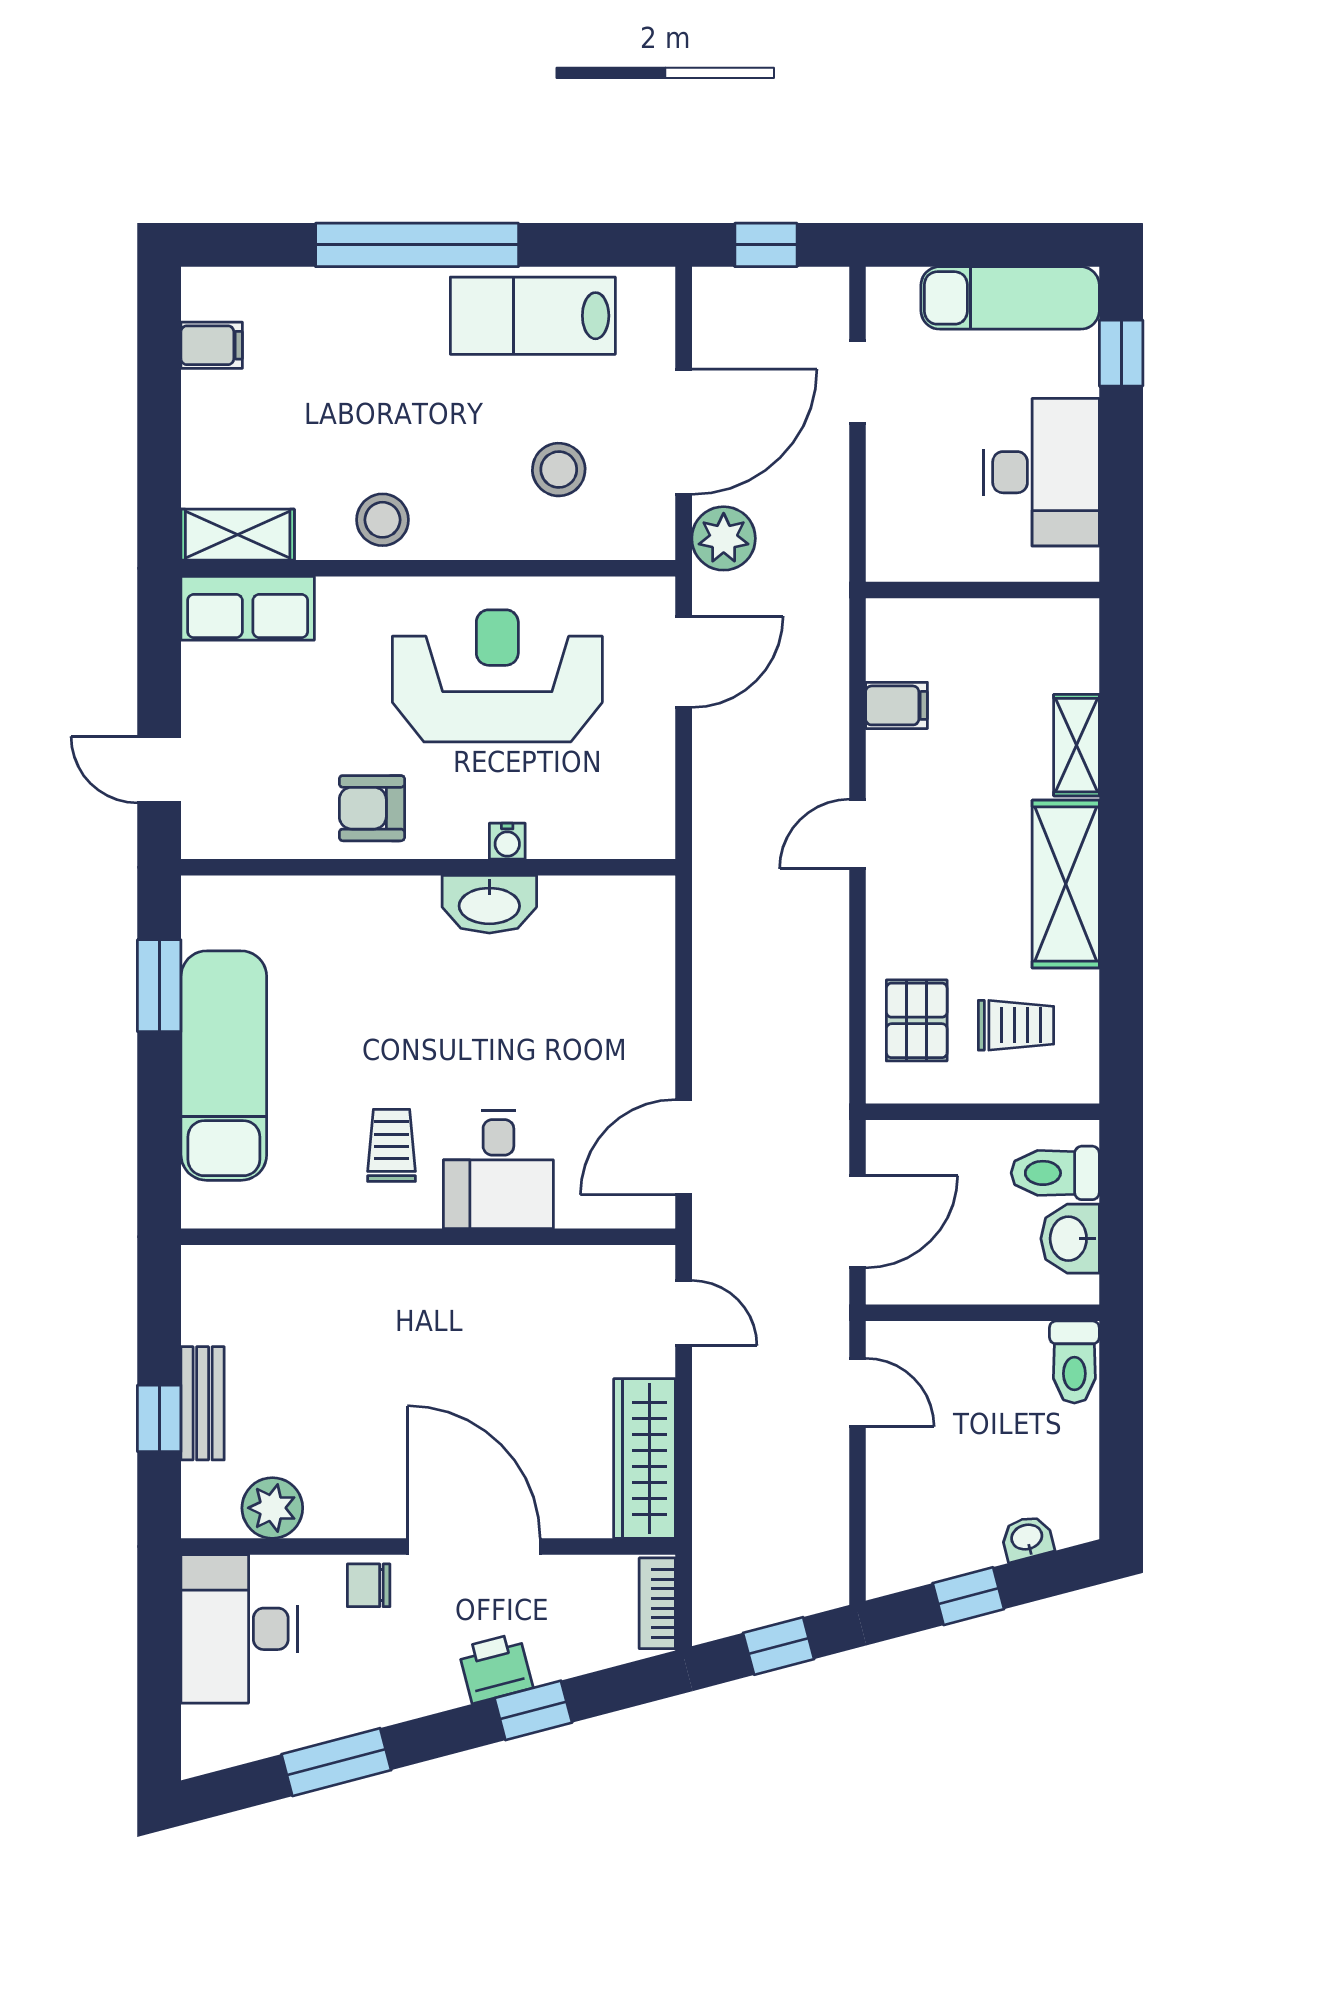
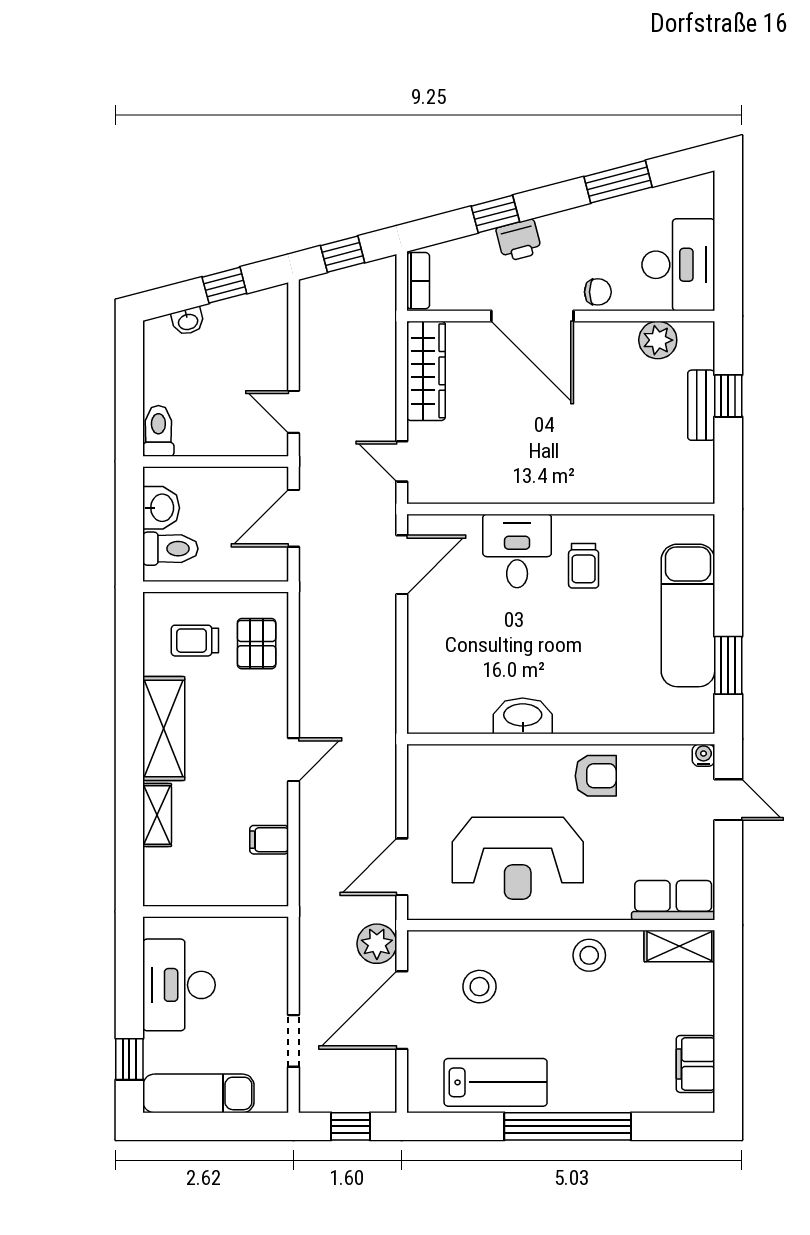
filing cabinet: (212, 345) -> (696, 1064), width x2.00
water cooler: (507, 841) -> (704, 755), moved

